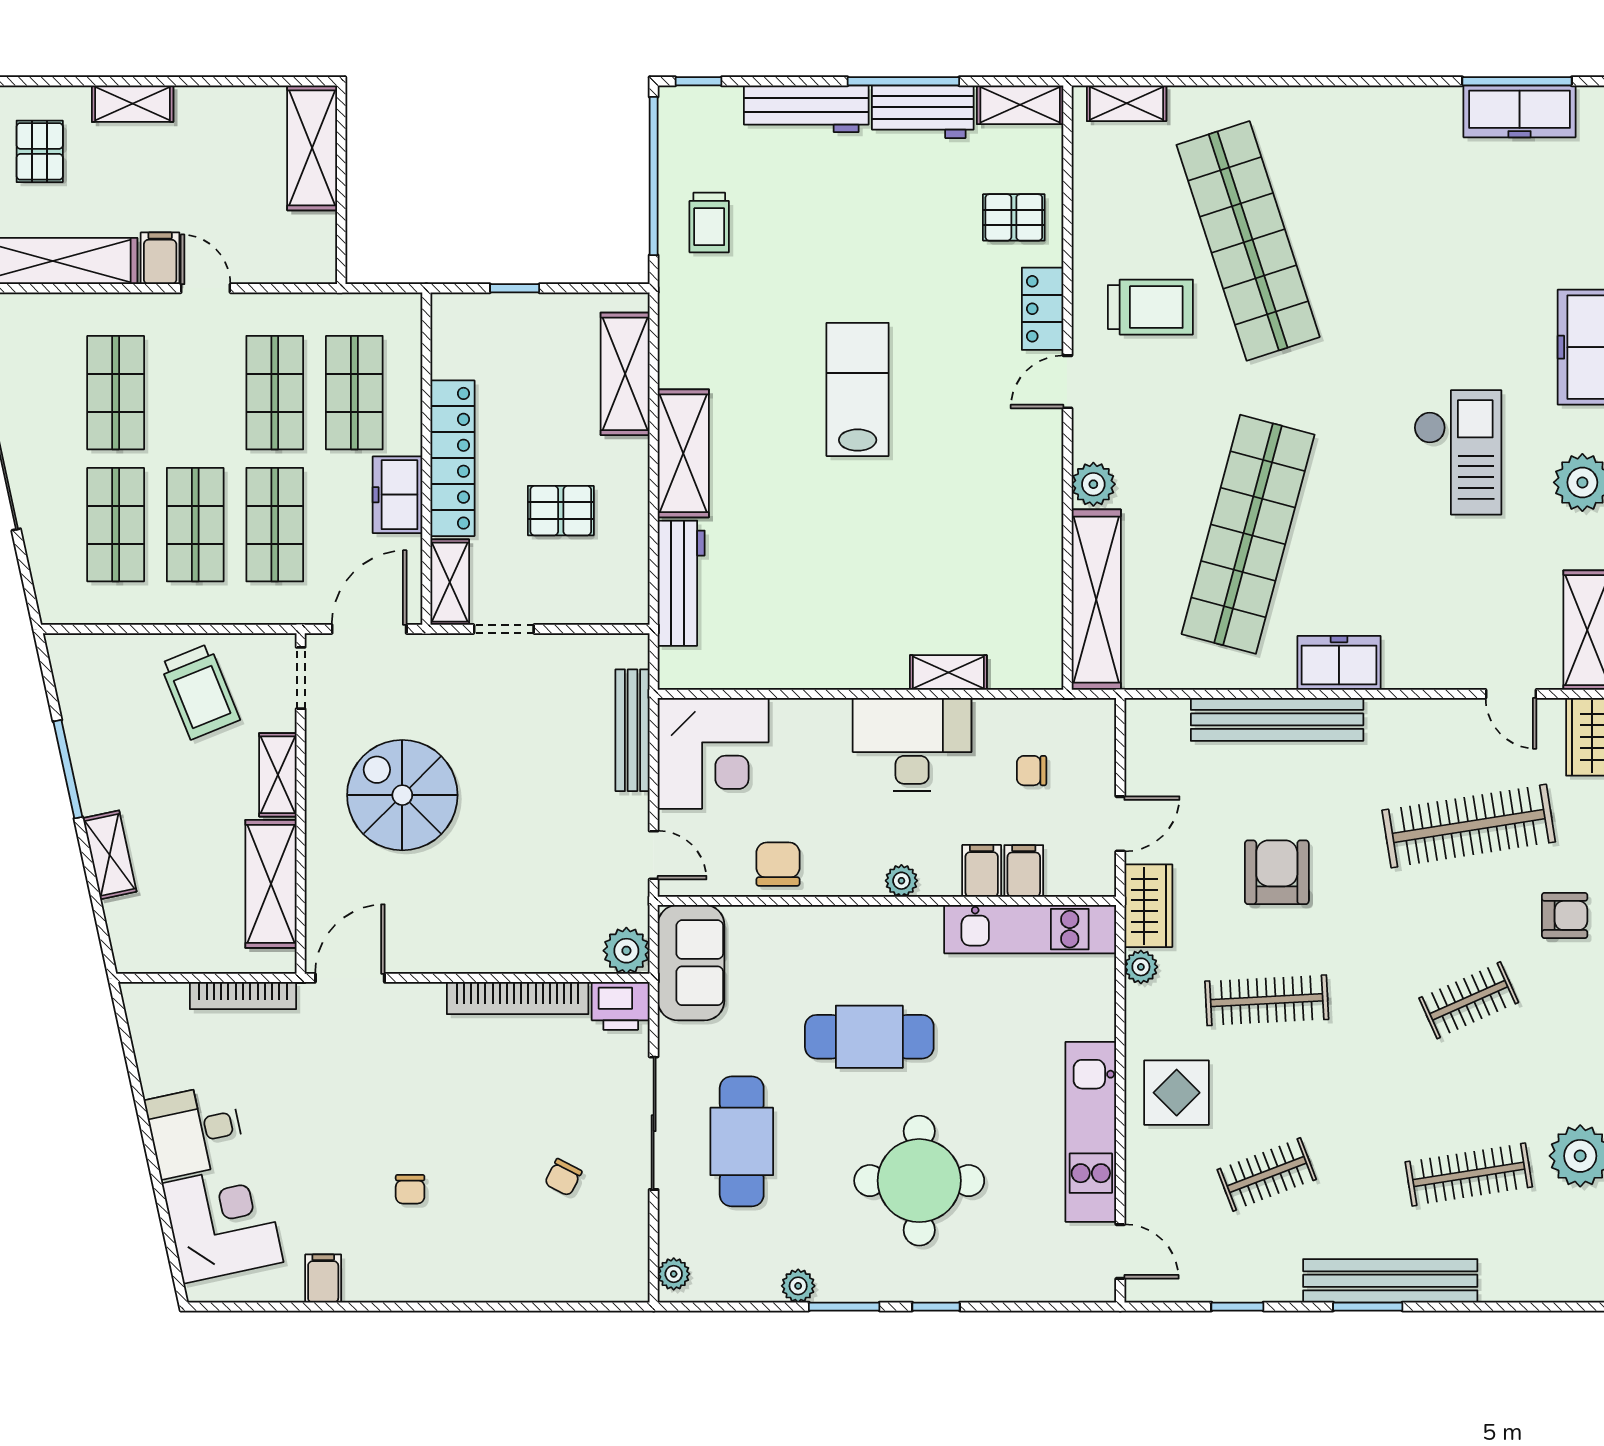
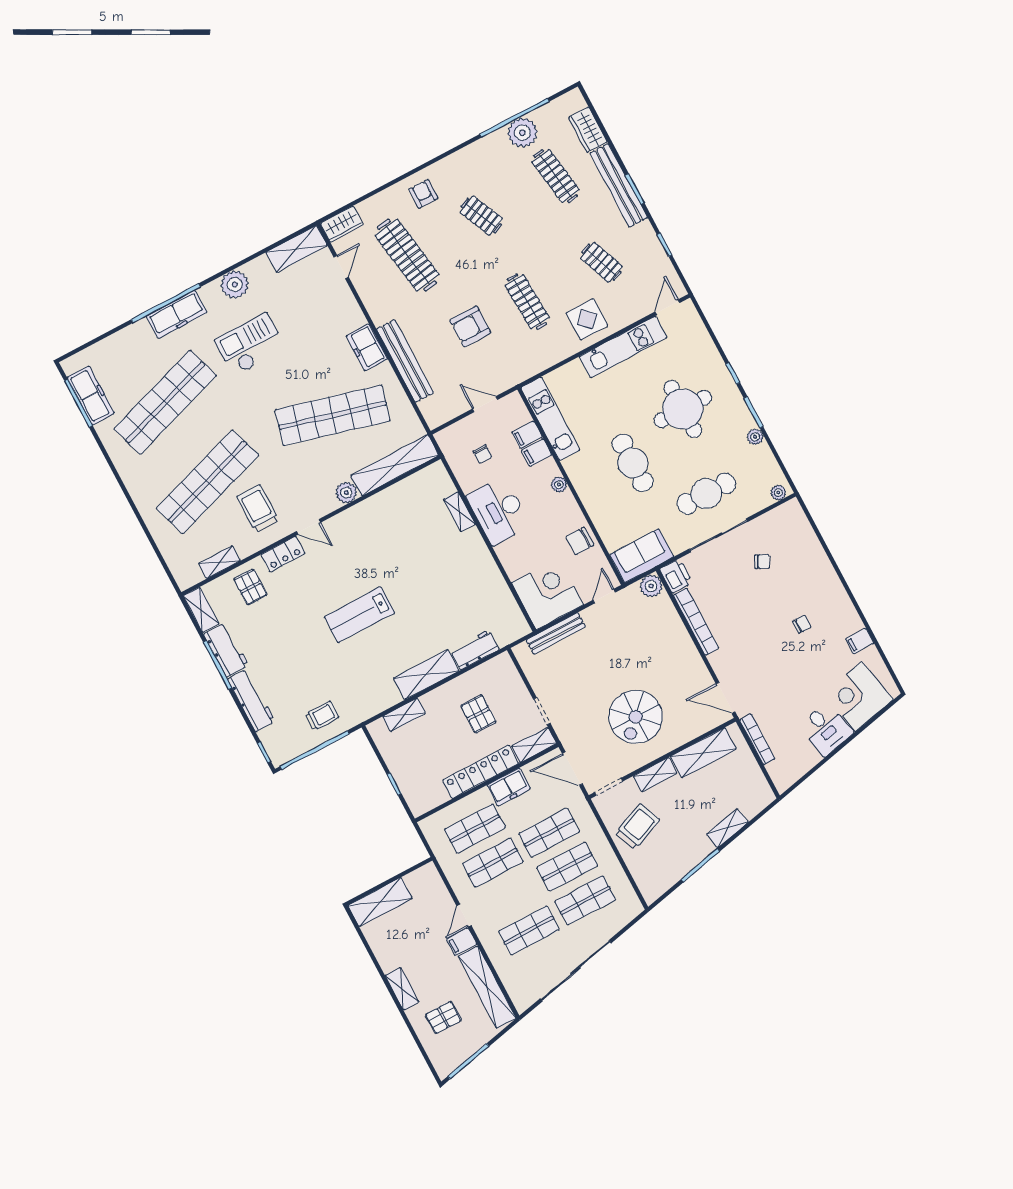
shelving: (1127, 103) -> (220, 562), moved, turned 90
shop shelf: (1435, 241) -> (165, 402), added
shelving: (625, 374) -> (404, 715), width x0.67, depth x0.75
workbench: (681, 583) -> (475, 650), width x0.73
wardrobe: (1148, 906) -> (588, 130), moved, turned -90
plant: (1141, 967) -> (541, 363), removed

